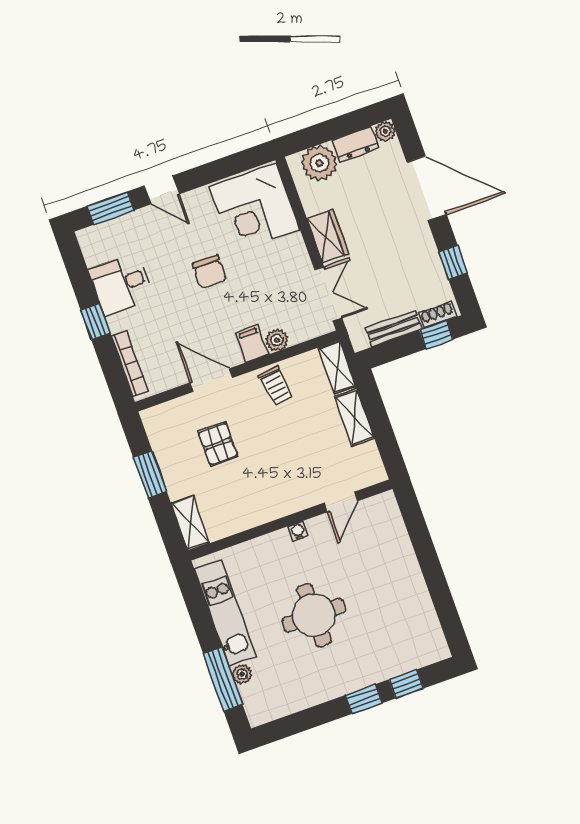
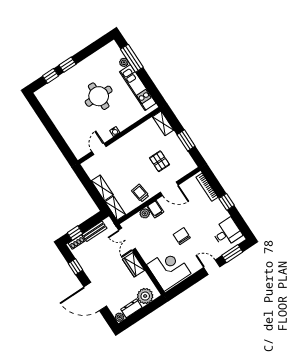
desk: (121, 284) -> (227, 233), moved

